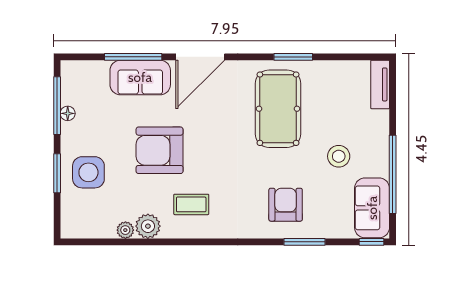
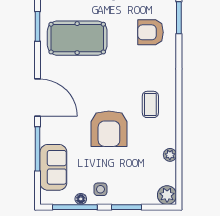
sofa: (140, 77) -> (53, 167), moved
side table: (88, 172) -> (100, 189), moved, width x0.54, depth x0.54
plant: (148, 226) -> (167, 195), moved

